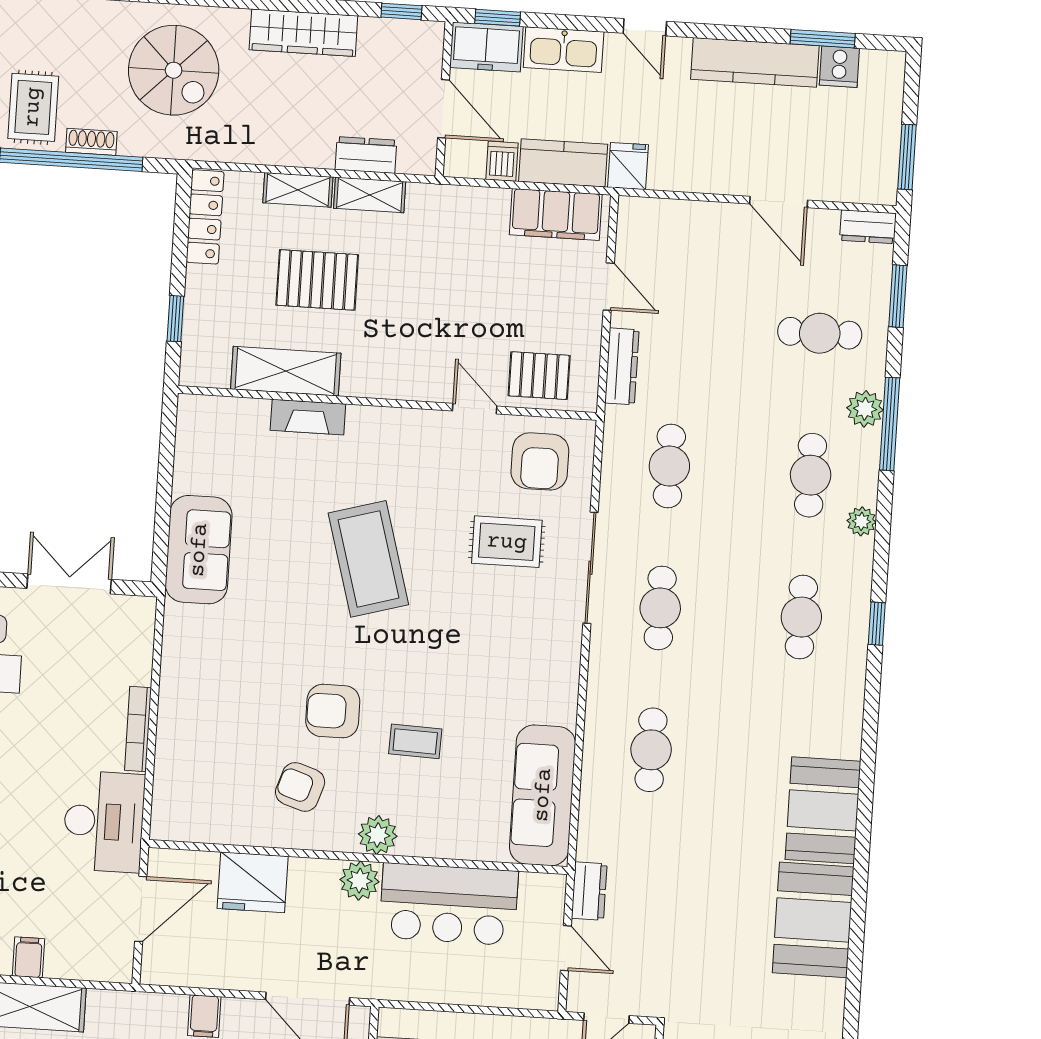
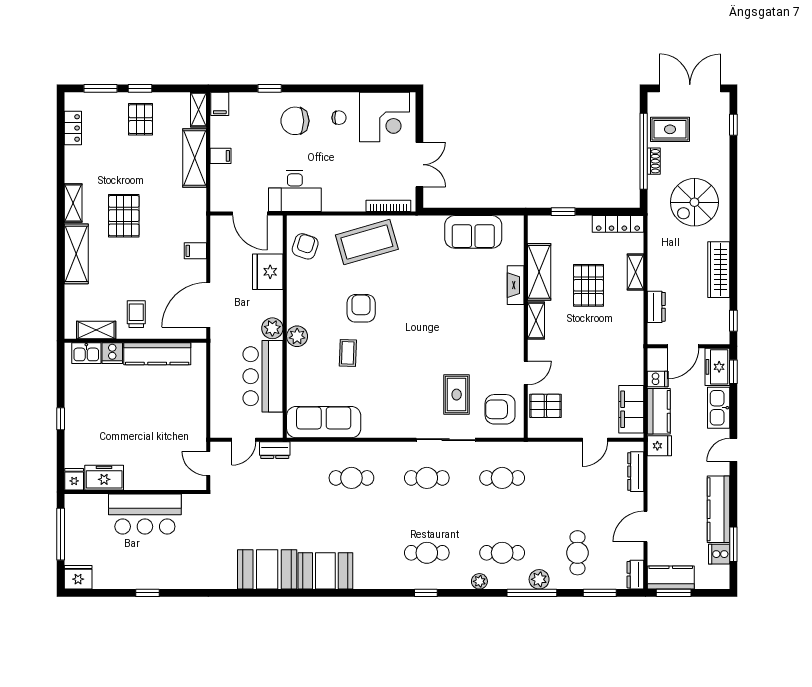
kitchen counter: (878, 161) -> (671, 577), added
shelving: (370, 195) -> (536, 321), moved
dresser: (622, 366) -> (636, 472), moved, turned 90
pallet: (539, 376) -> (545, 406), turned 90
sofa: (199, 550) -> (473, 232), moved
coffee table: (368, 559) -> (367, 242), moved
bookcase: (138, 729) -> (388, 206), moved
armchair: (300, 787) -> (305, 246), moved

